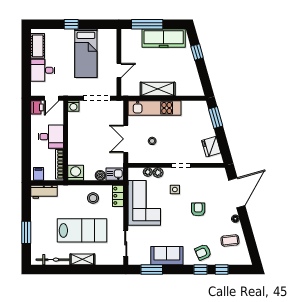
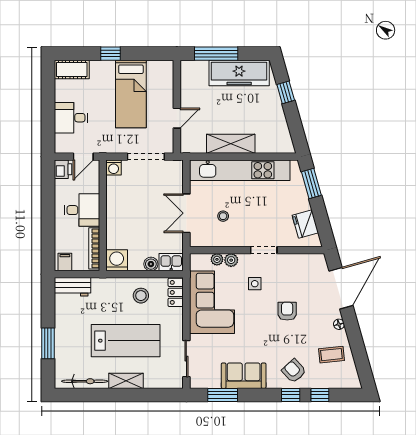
cot: (38, 46) -> (72, 69), moved, turned 90
kitchen unit: (155, 108) -> (240, 170), width x1.36
armchair: (203, 252) -> (294, 371), turned 71

